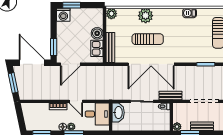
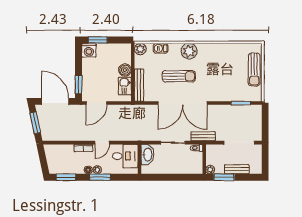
barbecue: (190, 13) -> (161, 48), moved
plant: (146, 16) -> (189, 51), moved
door: (76, 101) -> (102, 143), hinge flipped

